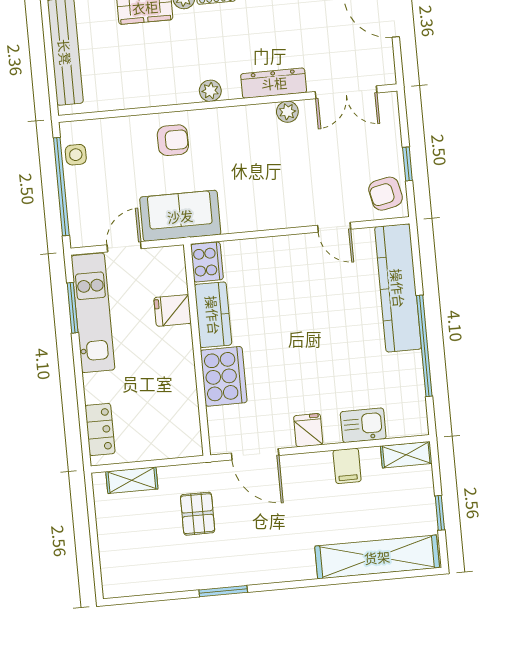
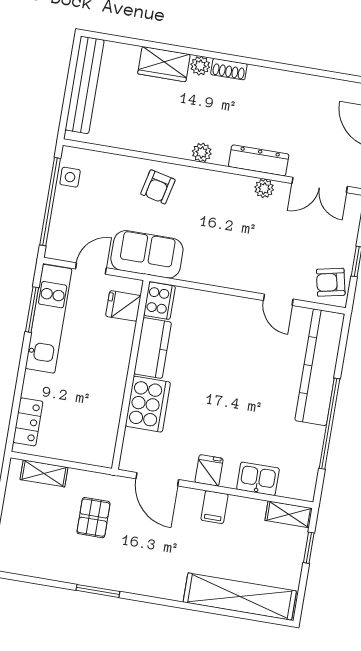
armchair: (173, 140) -> (158, 187), turned 103
fridge: (173, 310) -> (123, 306), moved
filing cabinet: (347, 466) -> (214, 507), moved
window: (440, 513) -> (309, 548), moved

